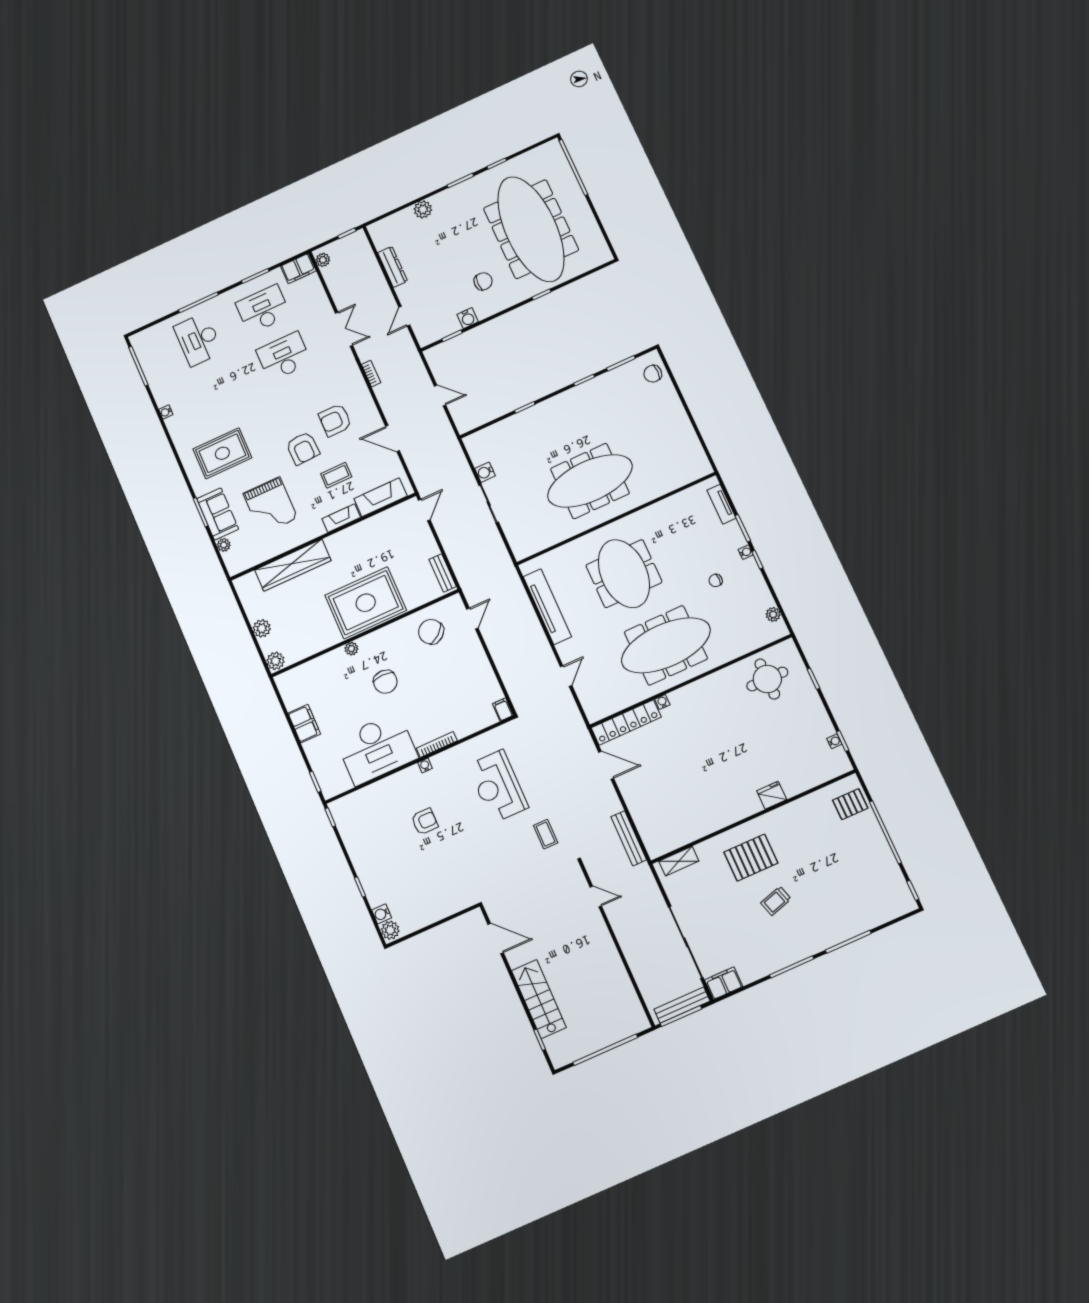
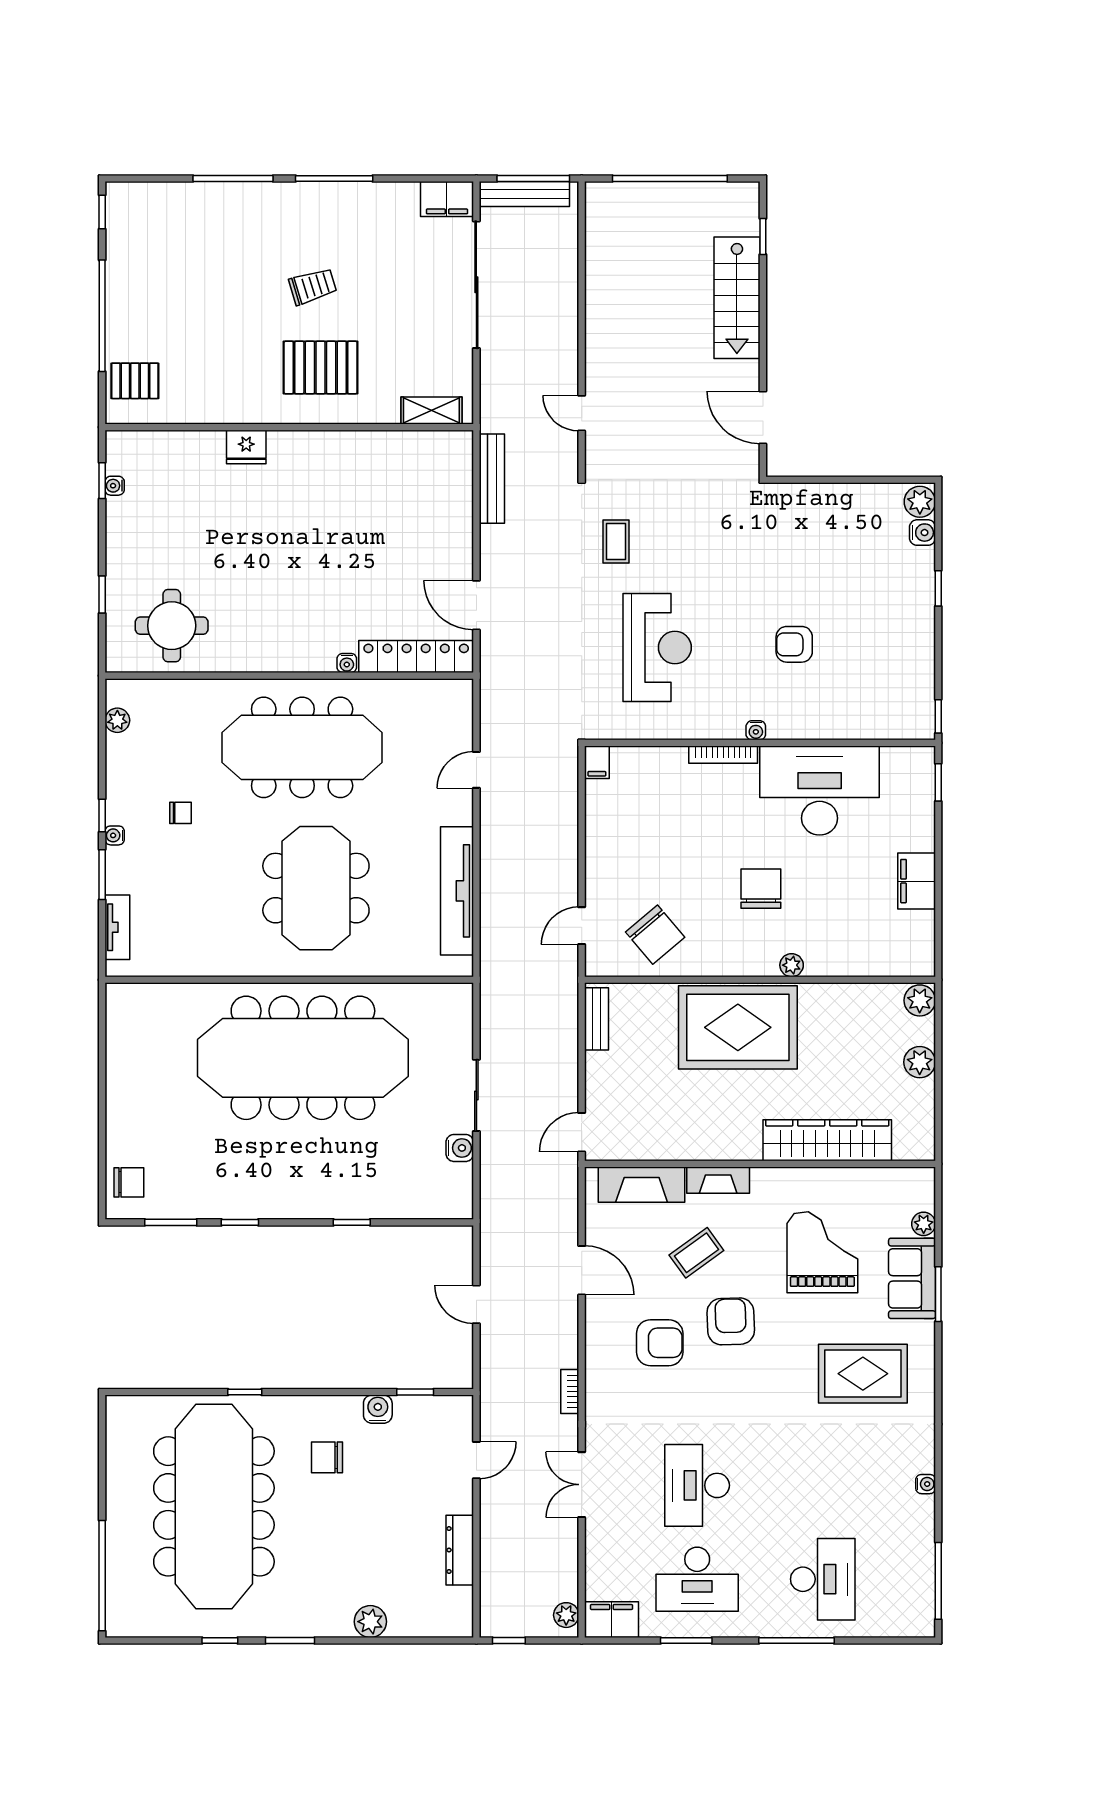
desk: (284, 357) -> (697, 1485), turned 90
coffee table: (336, 475) -> (696, 1253), turned -36
meeting table: (590, 481) -> (303, 1058), width x1.36, depth x1.27

